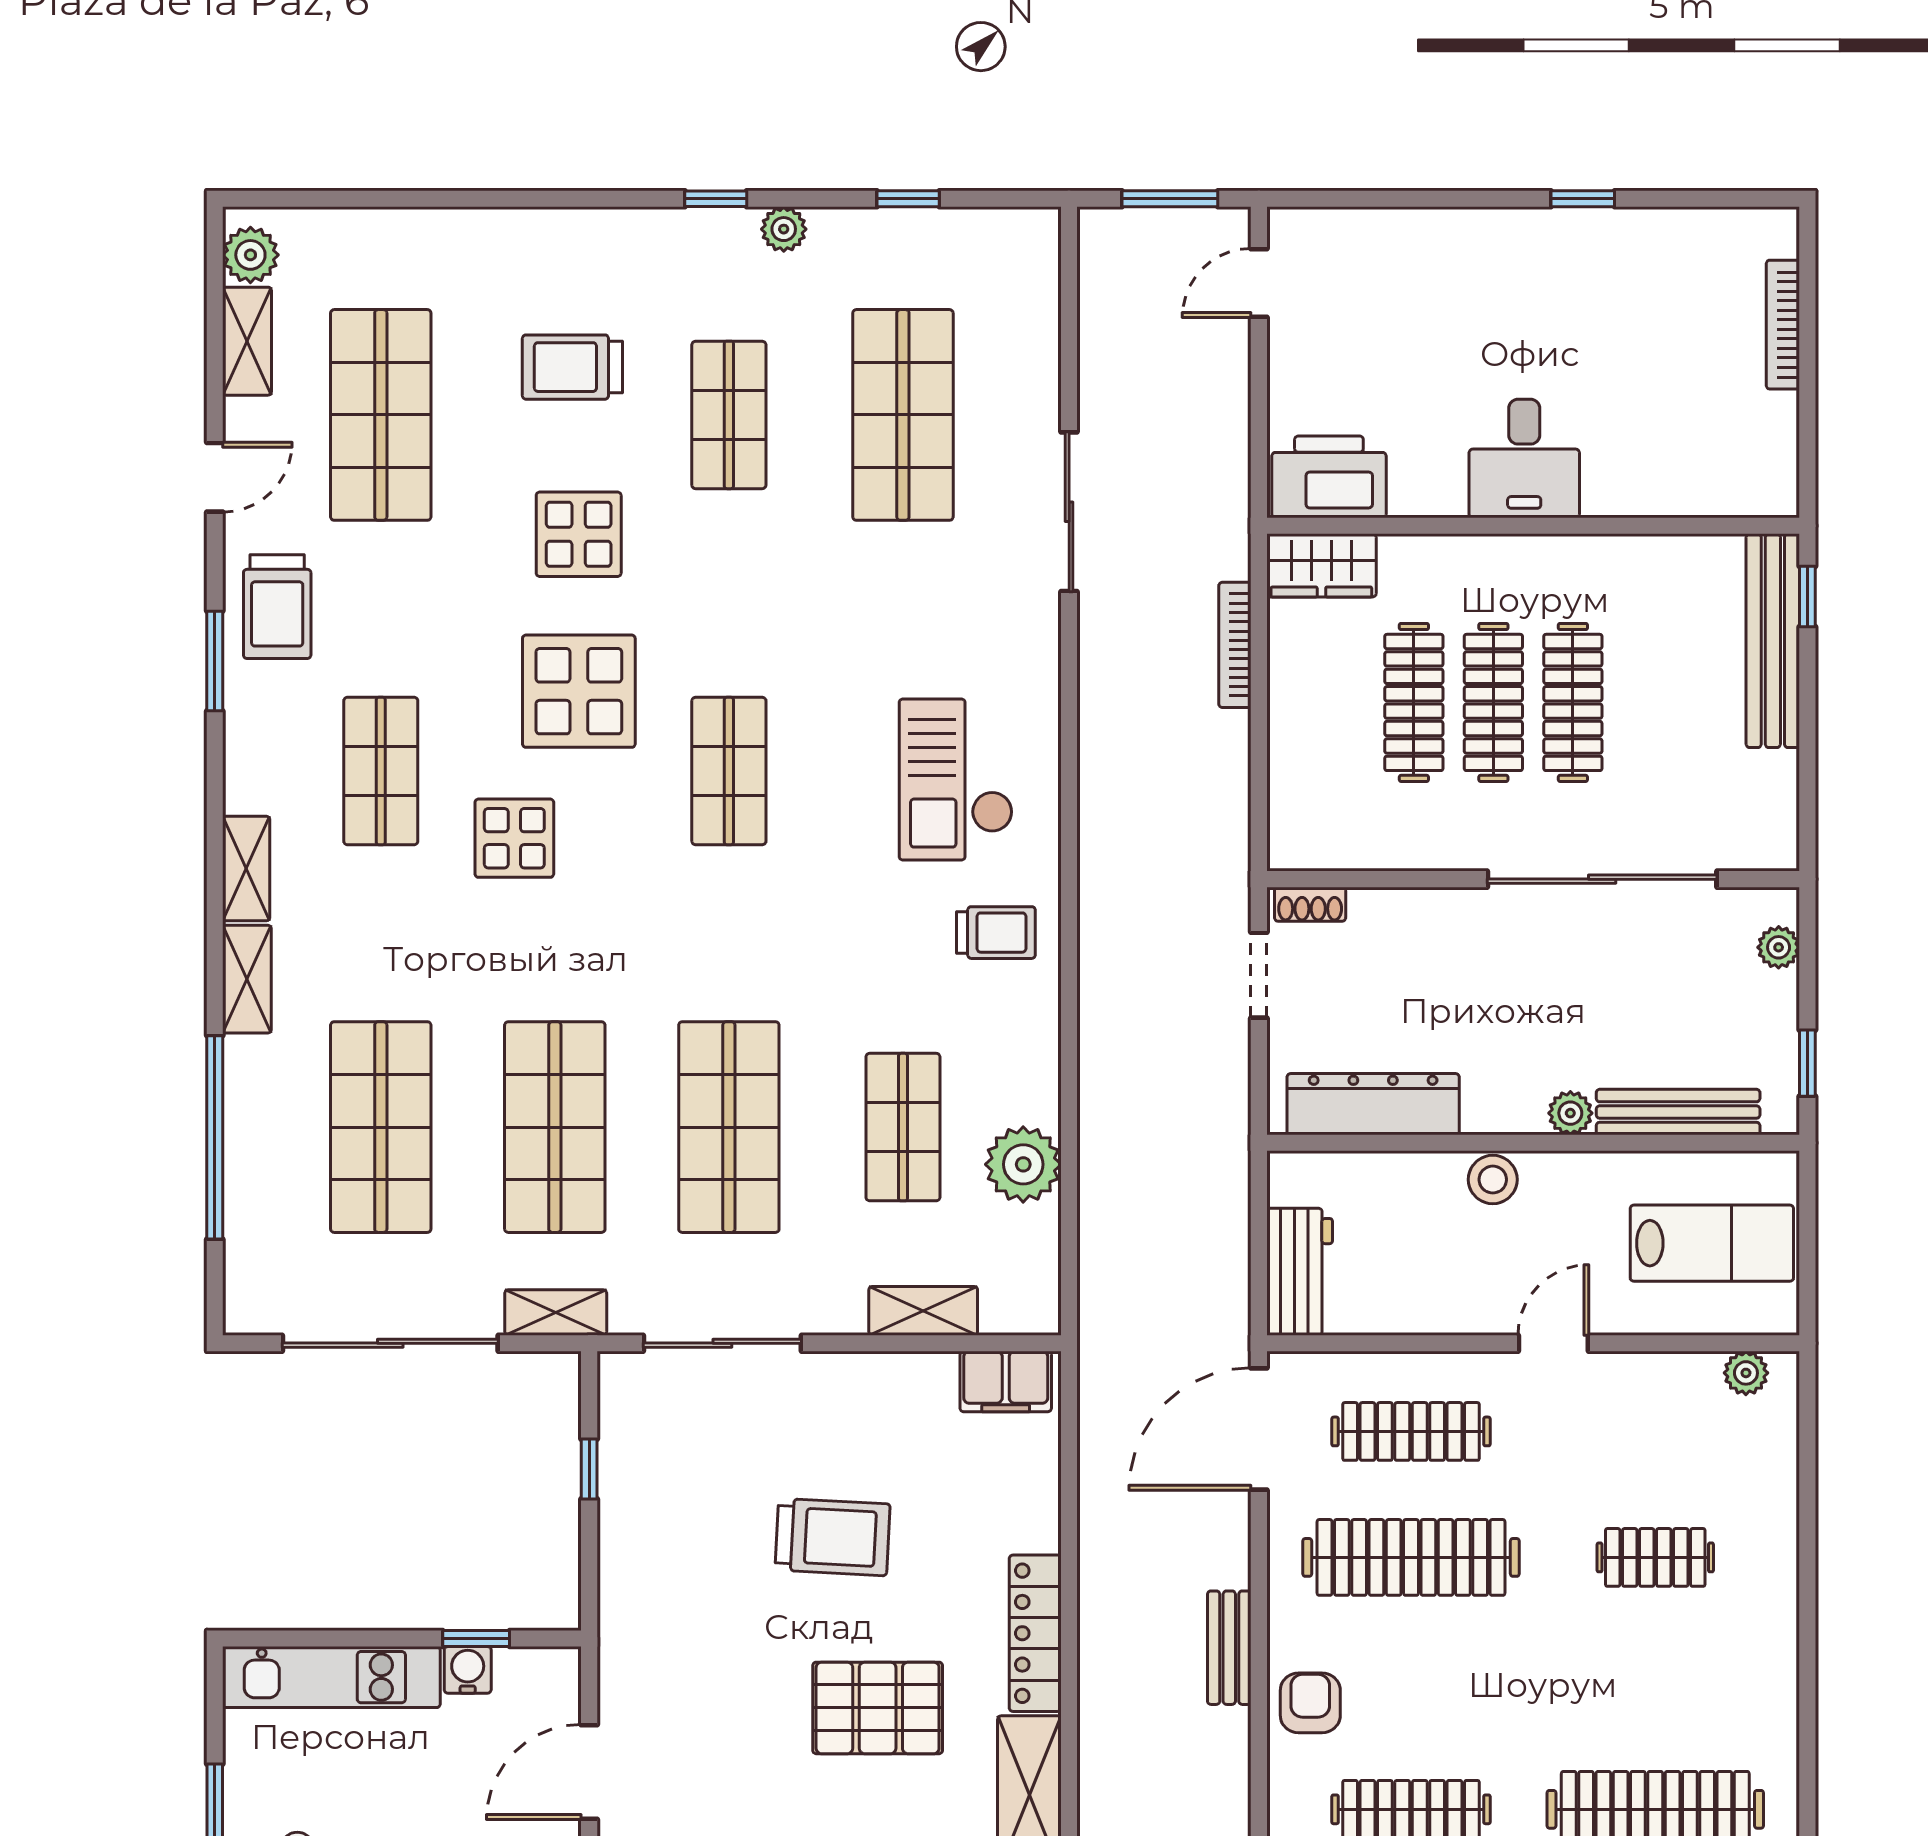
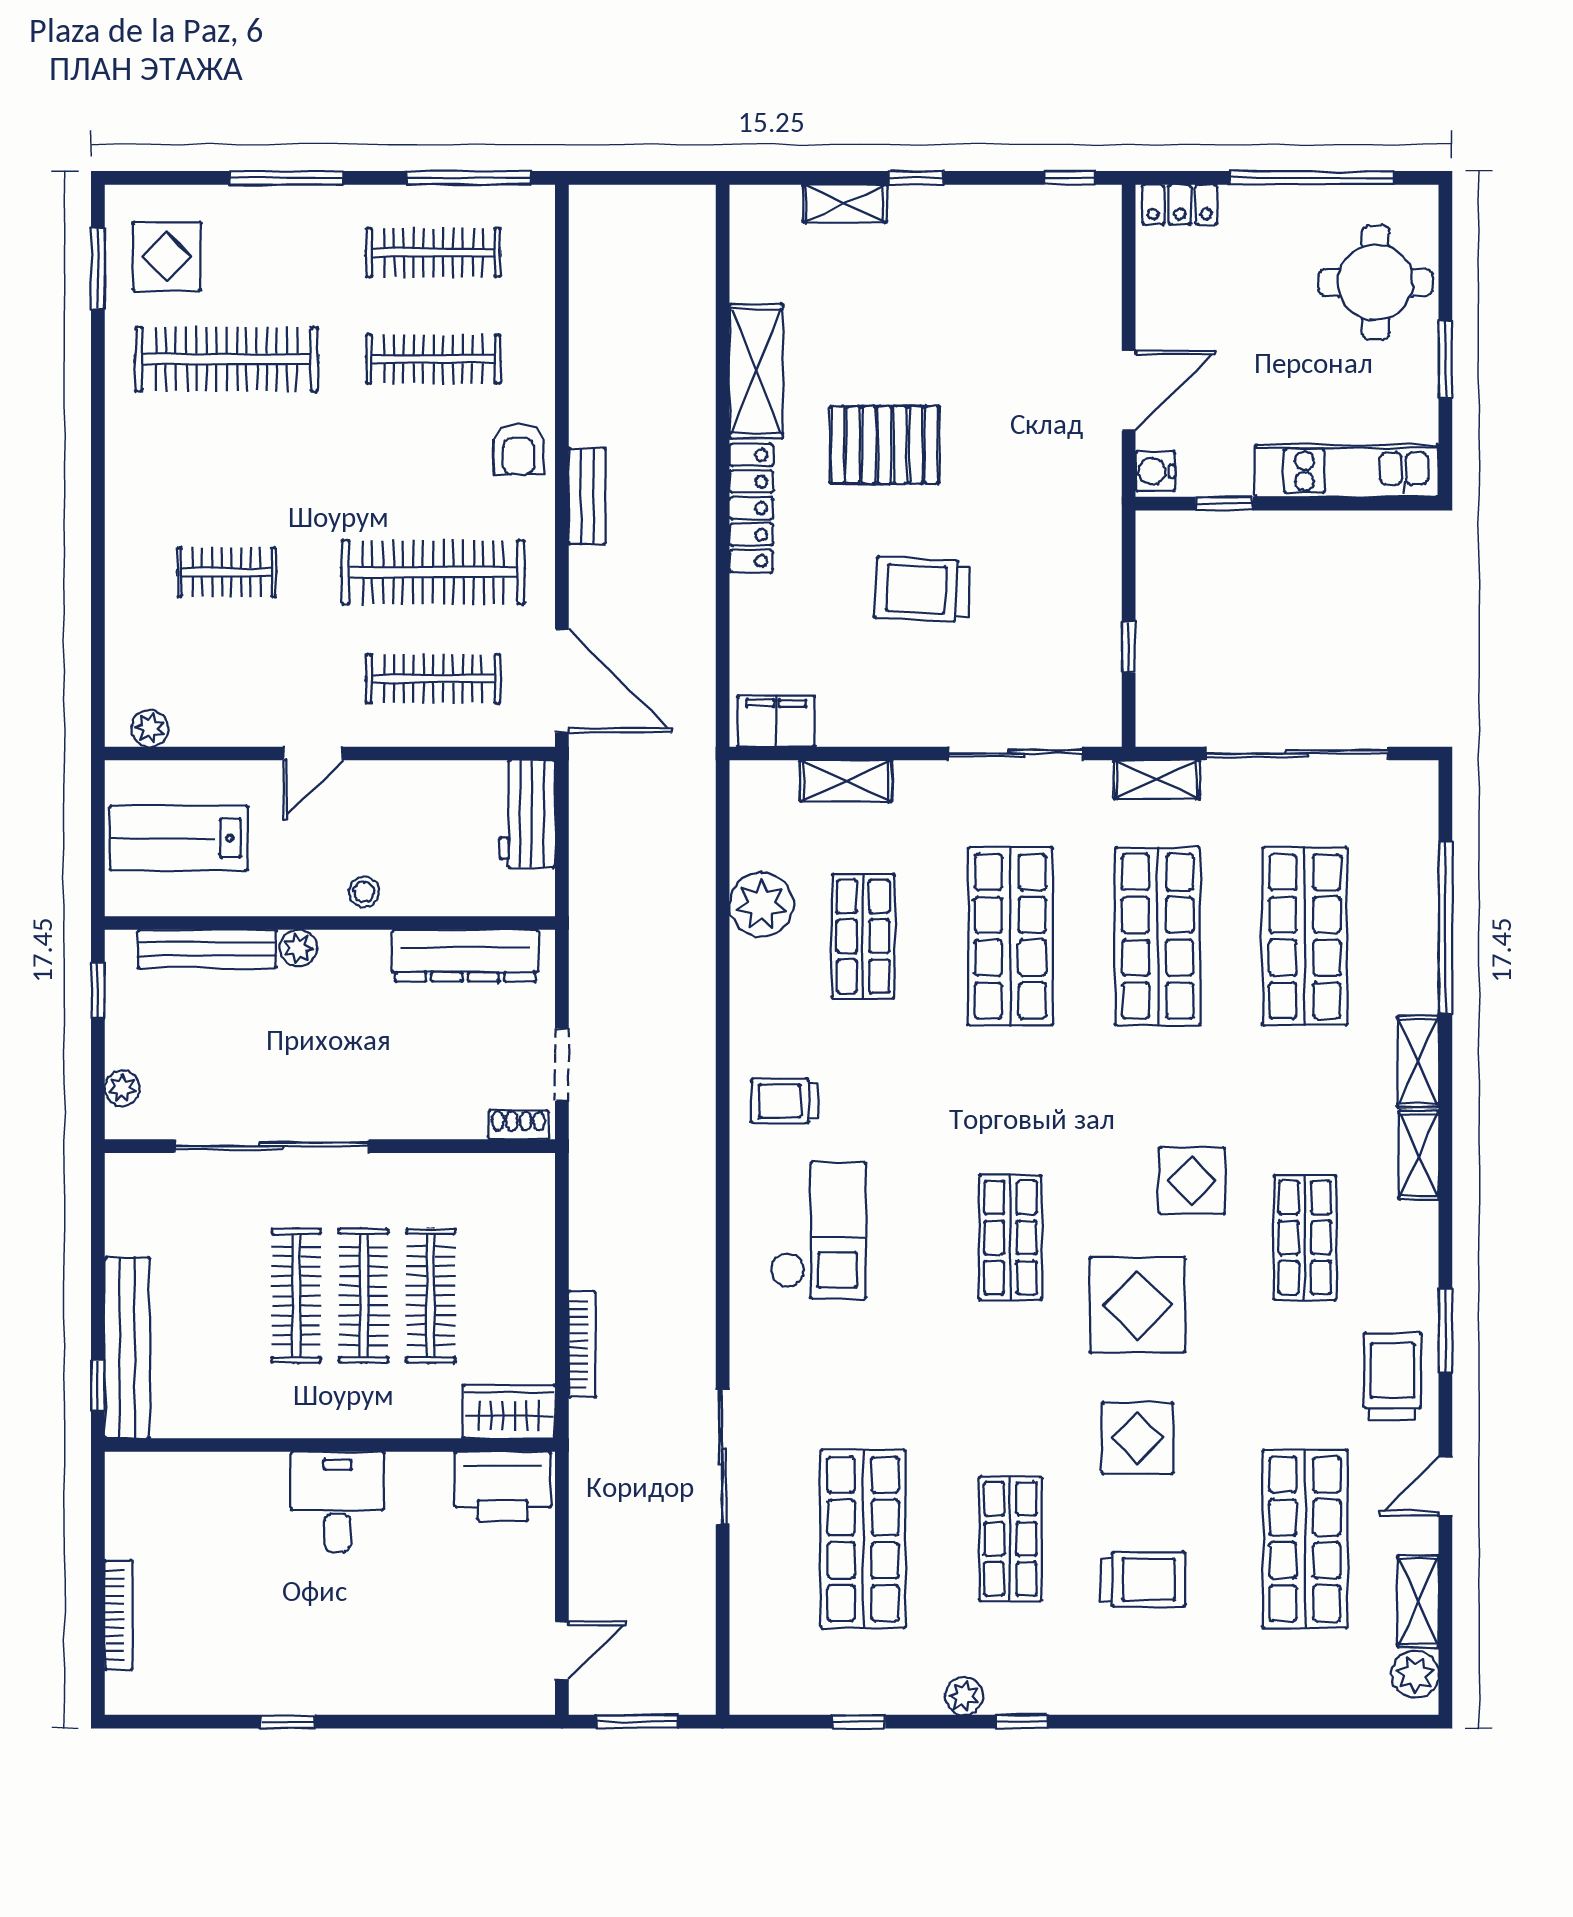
stool: (1493, 1180) -> (364, 892), width x0.73, depth x0.73
door: (1259, 1429) -> (562, 681), hinge flipped
water cooler: (468, 1670) -> (1155, 471), moved, turned 90

